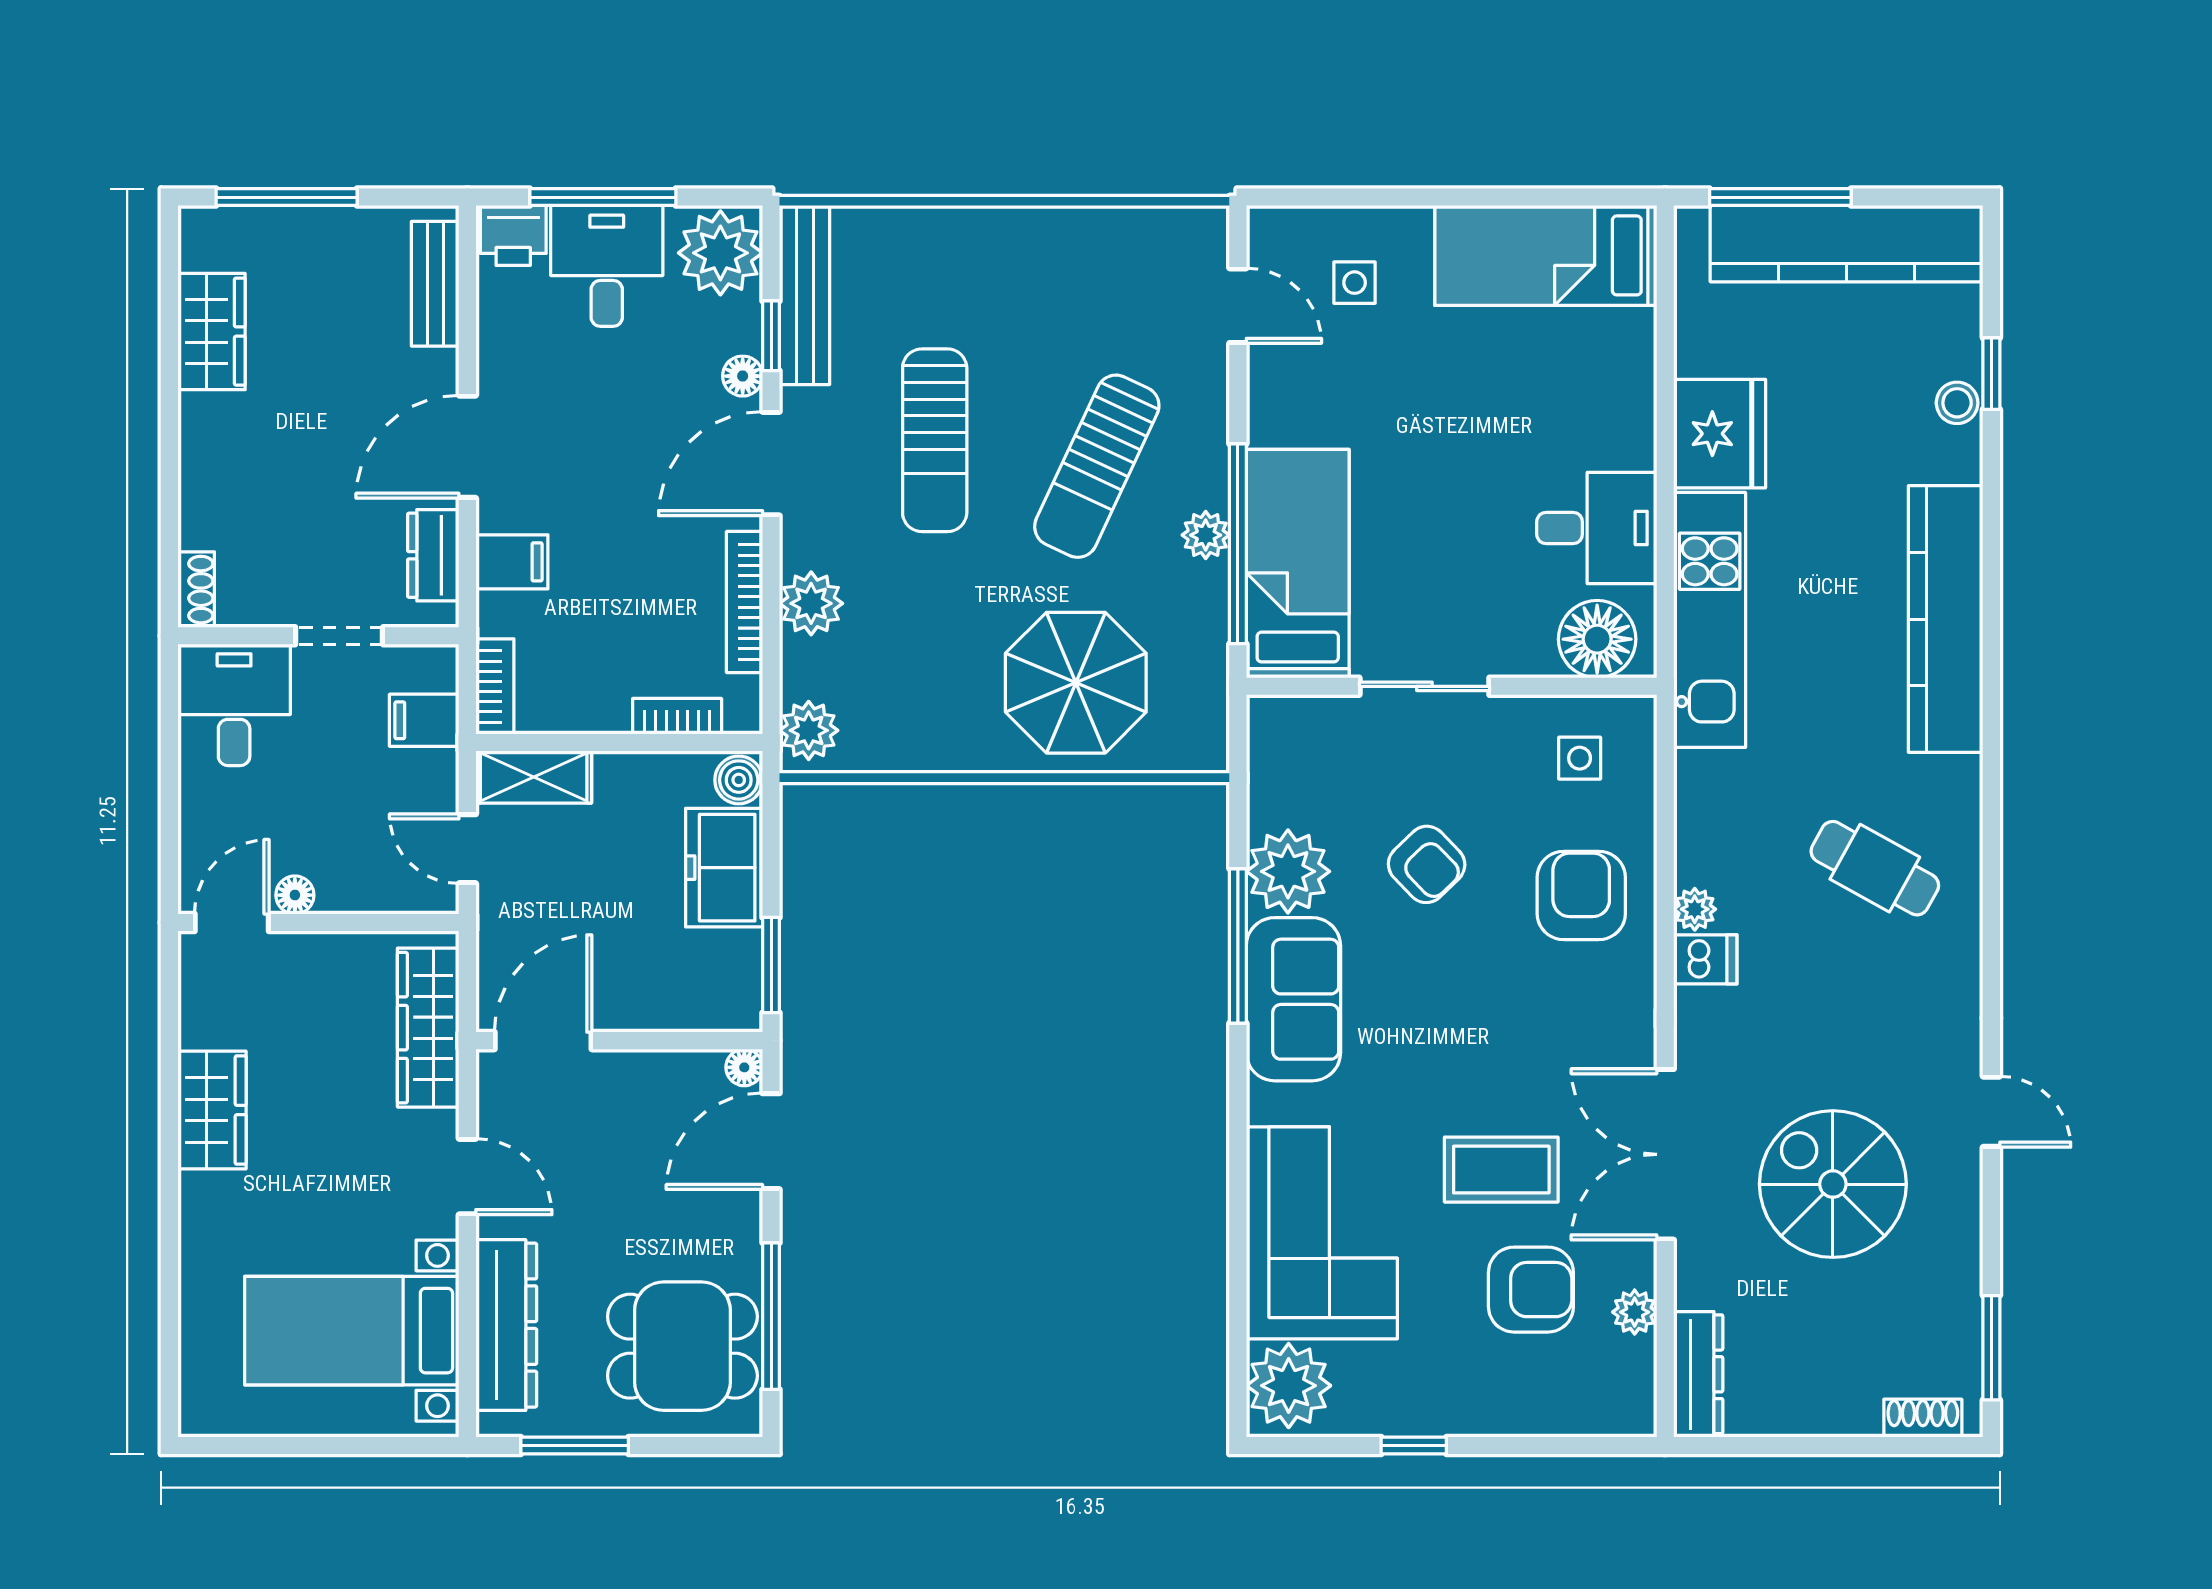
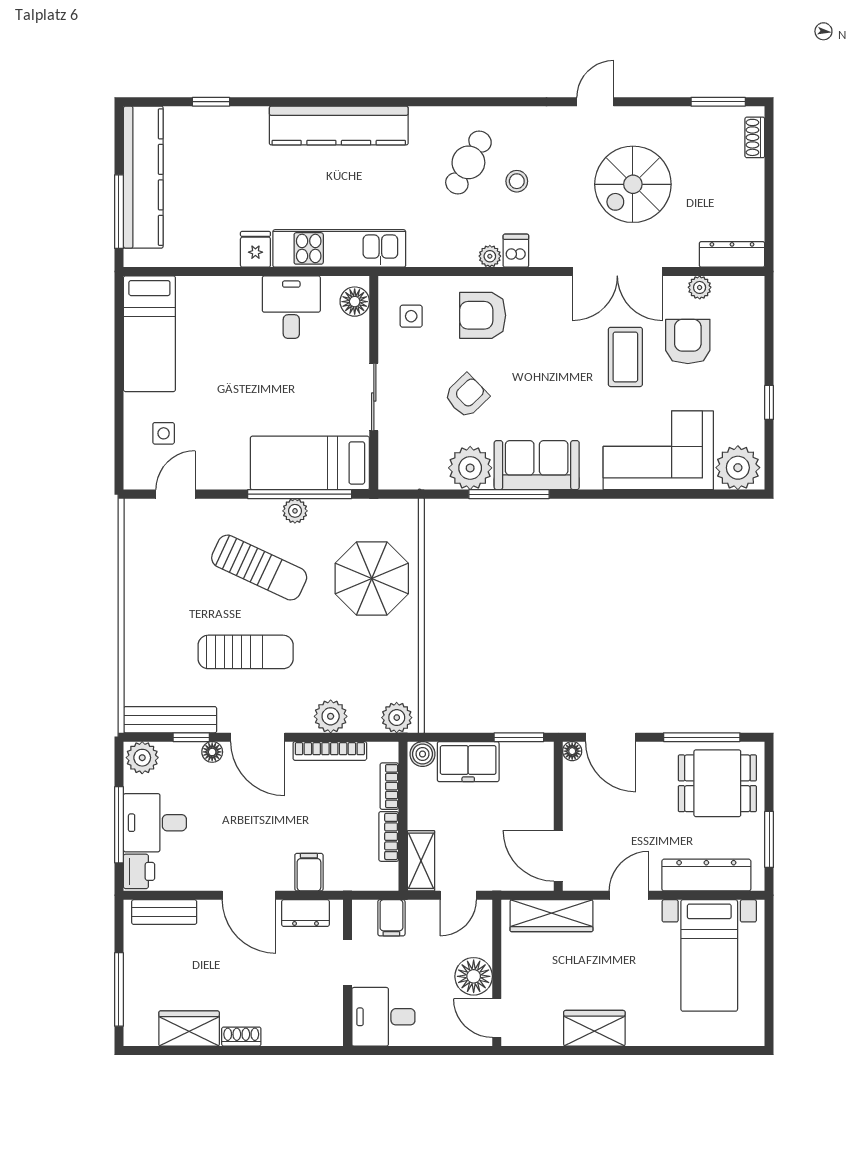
plant: (720, 253) -> (142, 758), width x0.73, depth x0.73
stool: (1957, 403) -> (517, 181), moved
fridge: (1720, 434) -> (255, 249), width x0.53, depth x0.75
shoe rack: (196, 590) -> (241, 1037), moved
floor lamp: (1597, 639) -> (355, 302), width x0.73, depth x0.73
bookcase: (495, 686) -> (389, 836), moved, turned -90
floor lamp: (295, 895) -> (474, 976), width x1.89, depth x1.89
dining table: (682, 1346) -> (717, 783), turned 90

